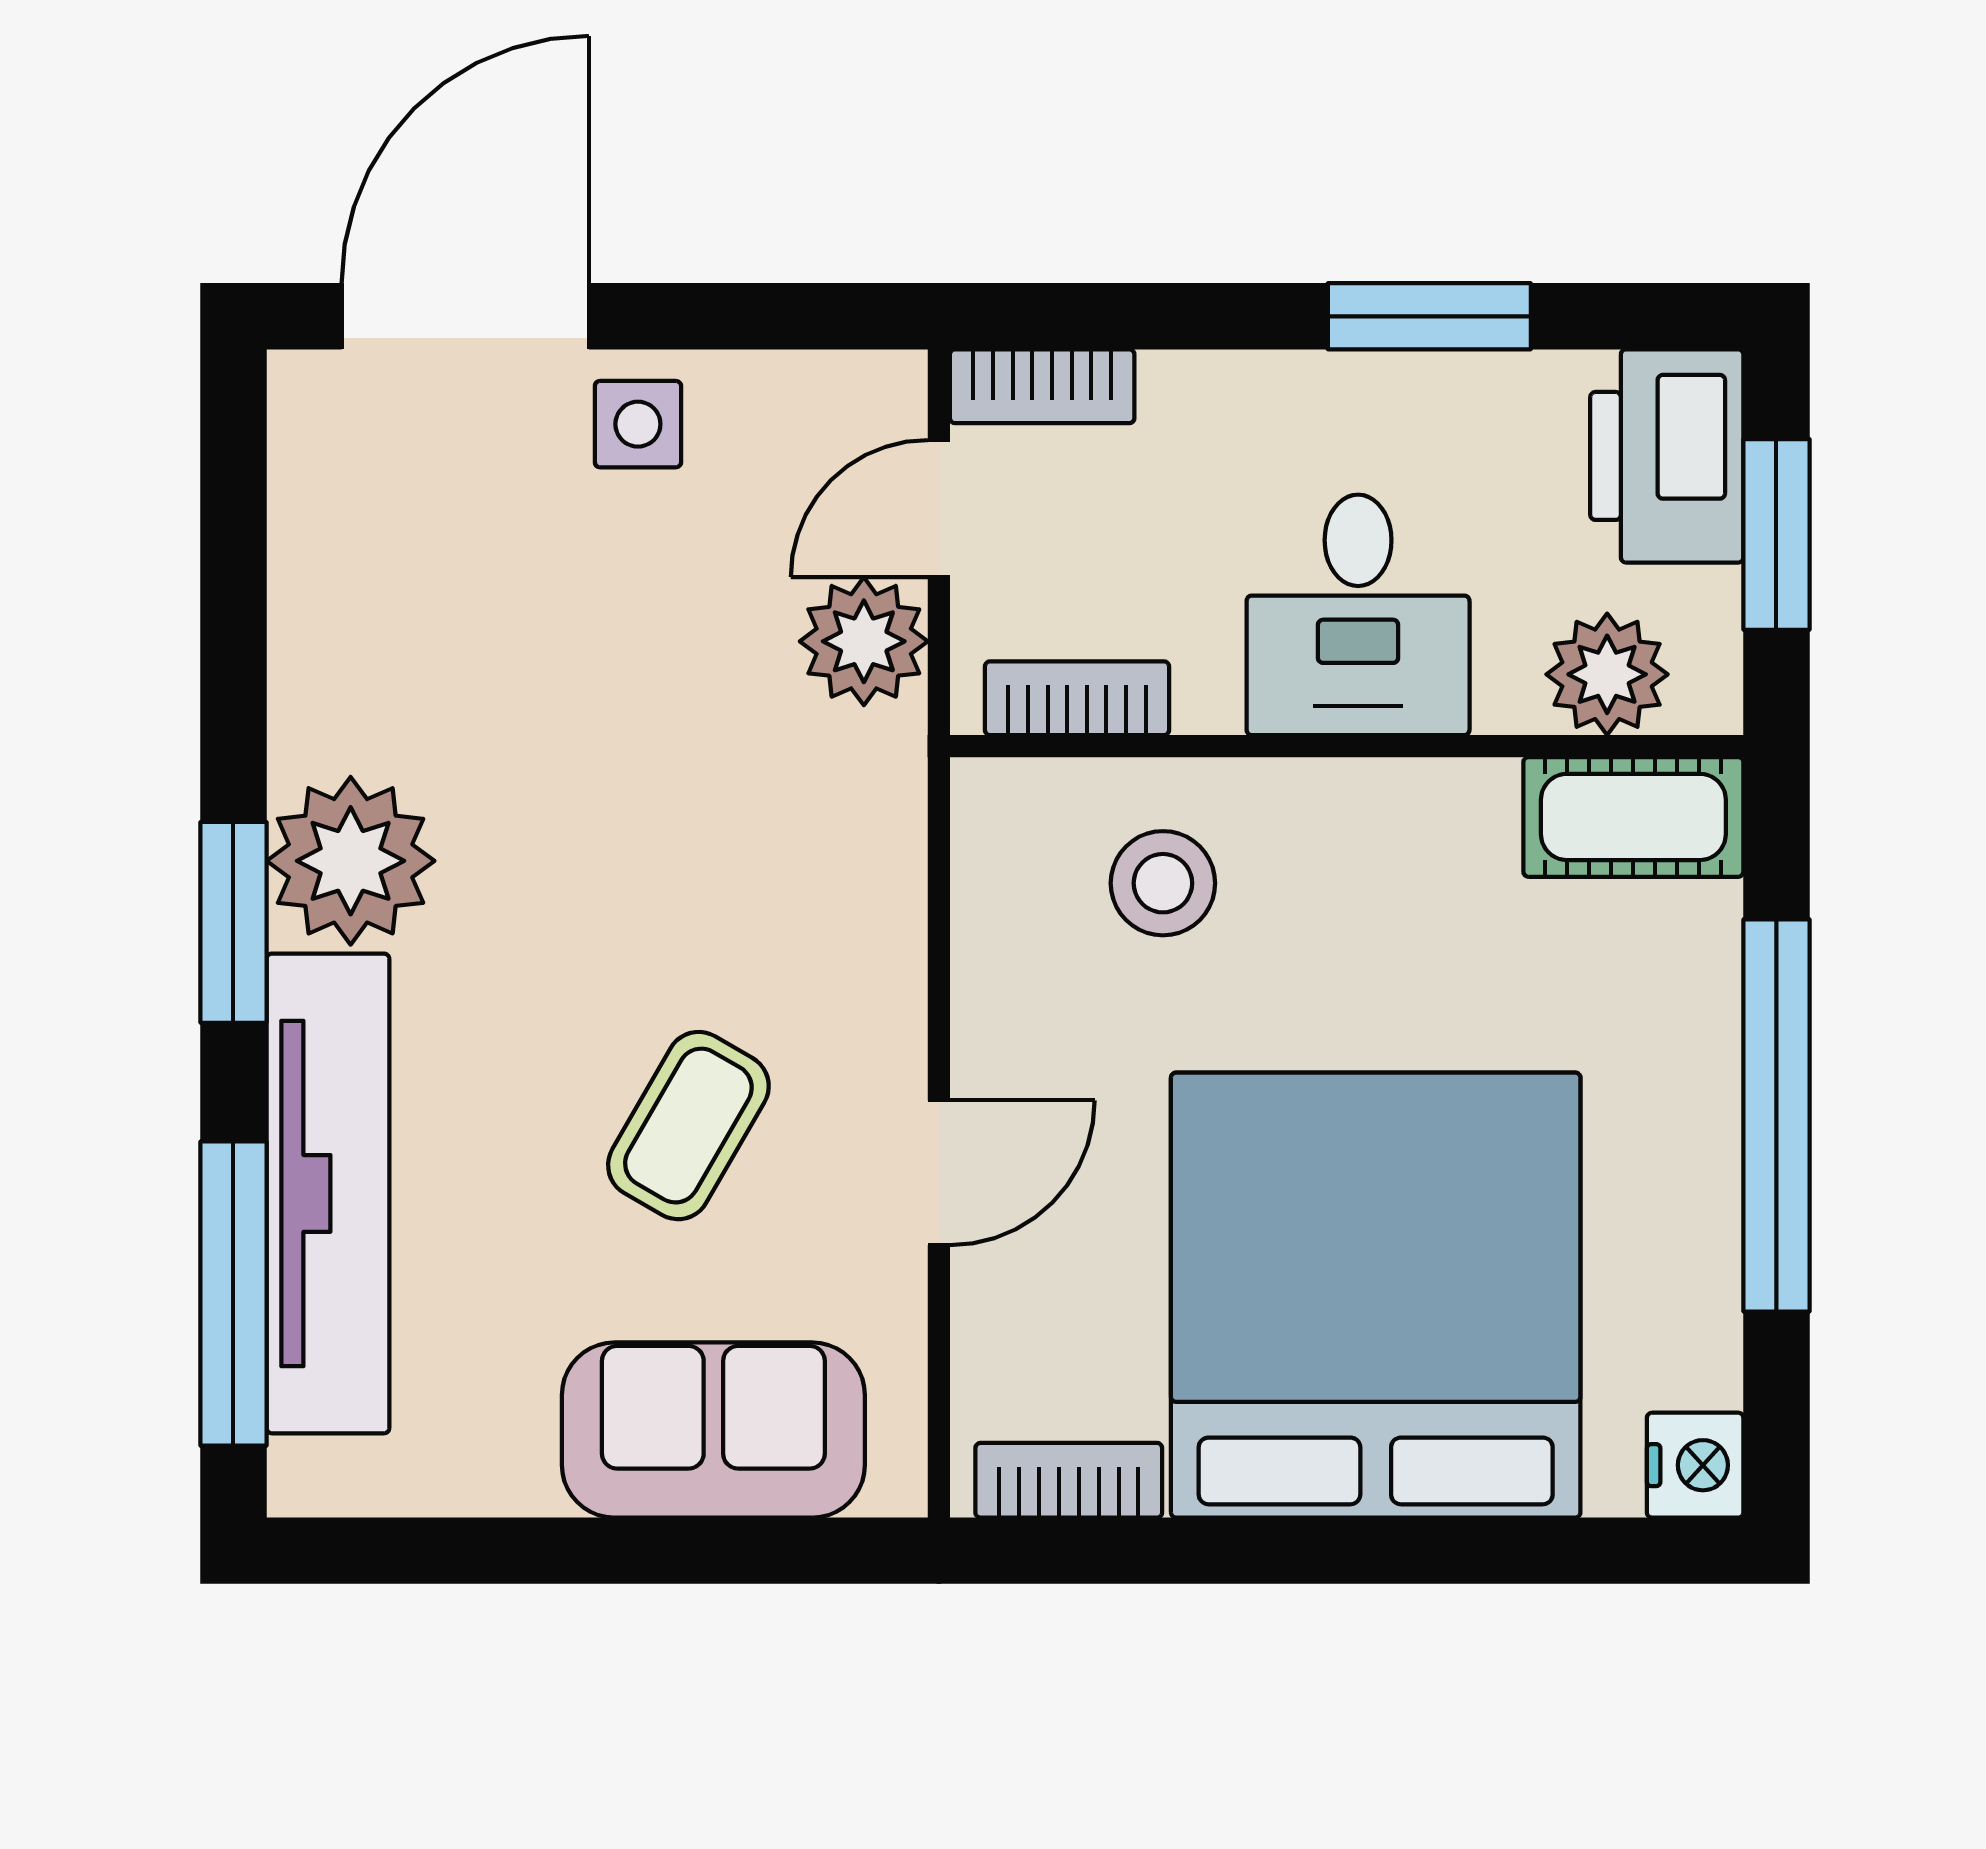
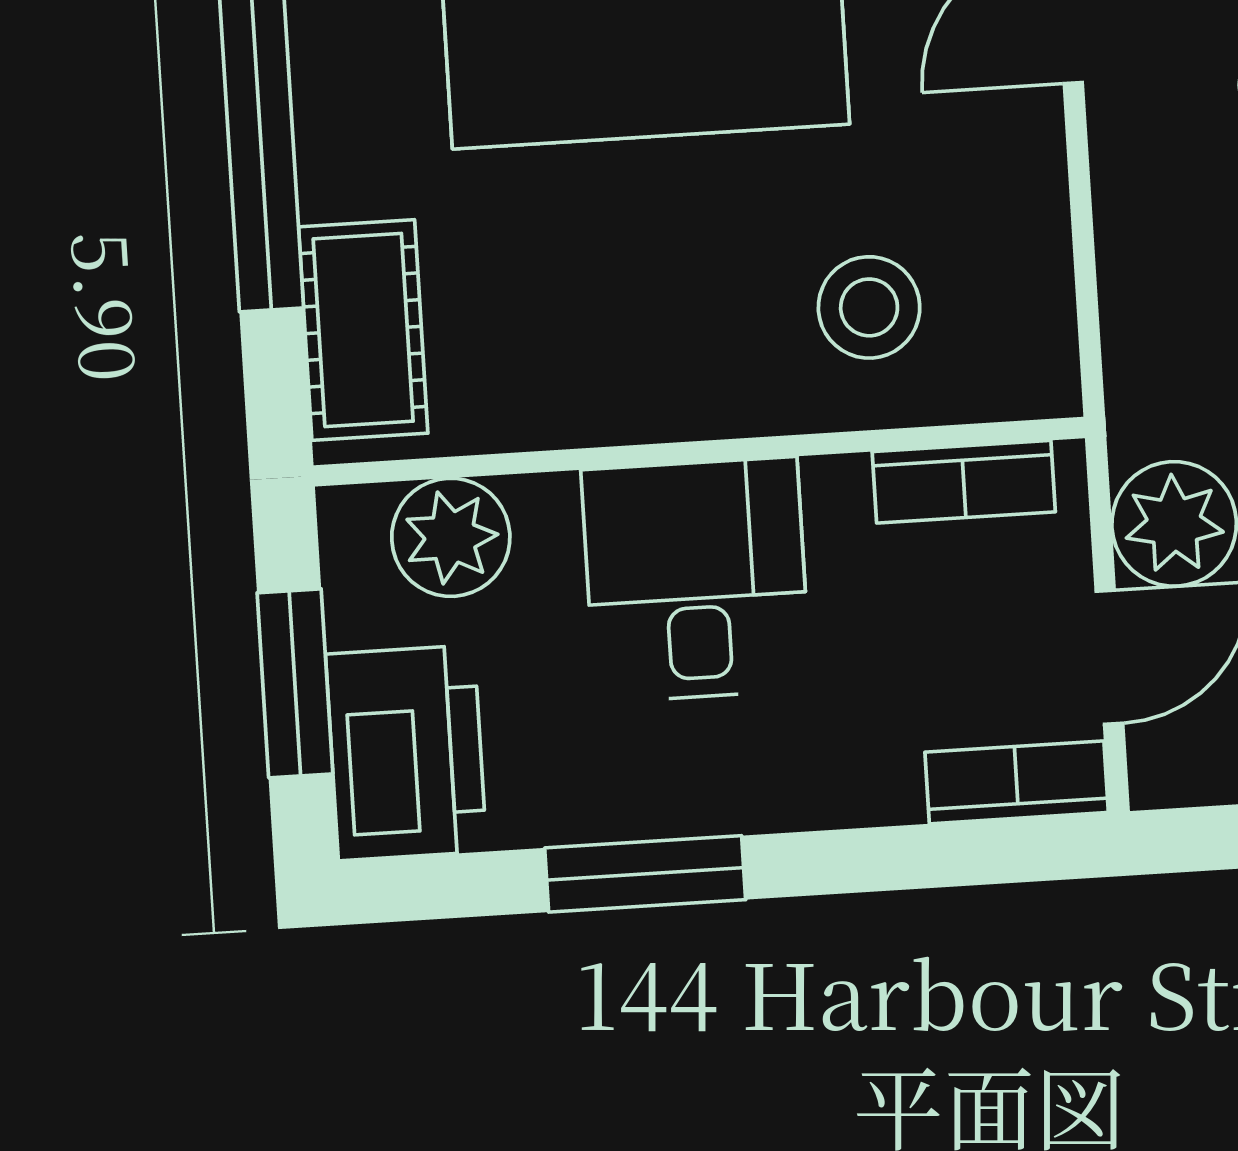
cot: (1633, 817) -> (363, 330), moved, turned 90

